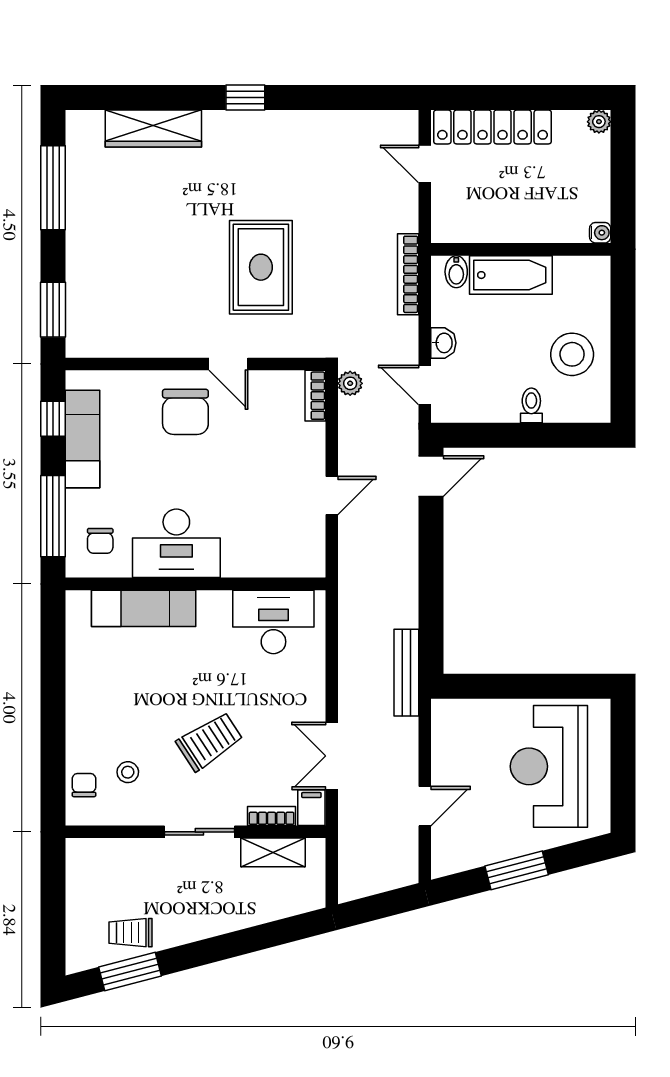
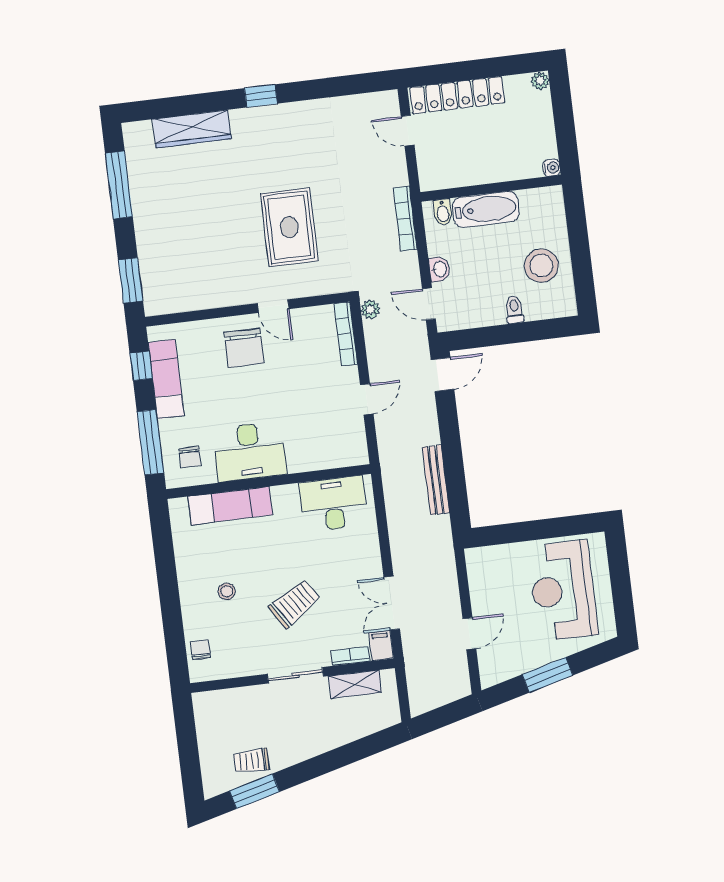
bookcase: (315, 396) -> (346, 334), width x1.56
bench: (406, 673) -> (436, 480), moved
stool: (128, 772) -> (227, 591), moved

